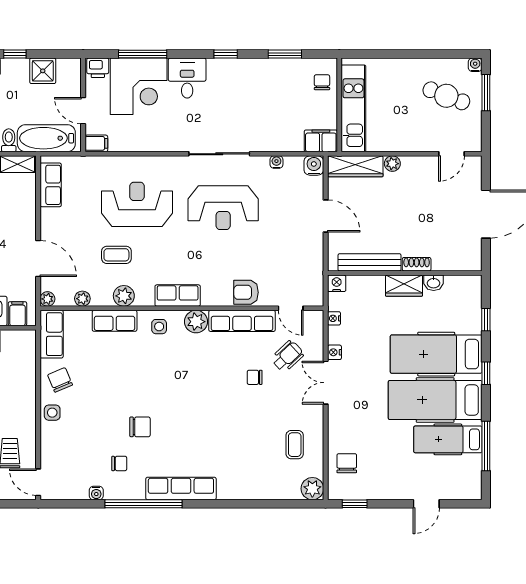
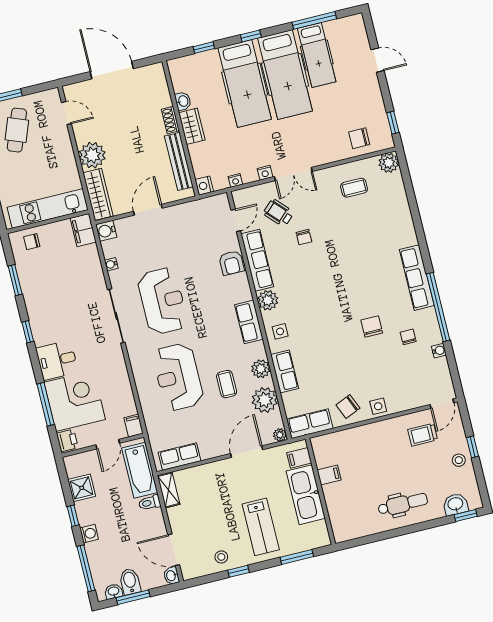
plant: (392, 164) -> (92, 155), width x1.88, depth x1.88
plant: (82, 299) -> (265, 400), width x1.87, depth x1.87

